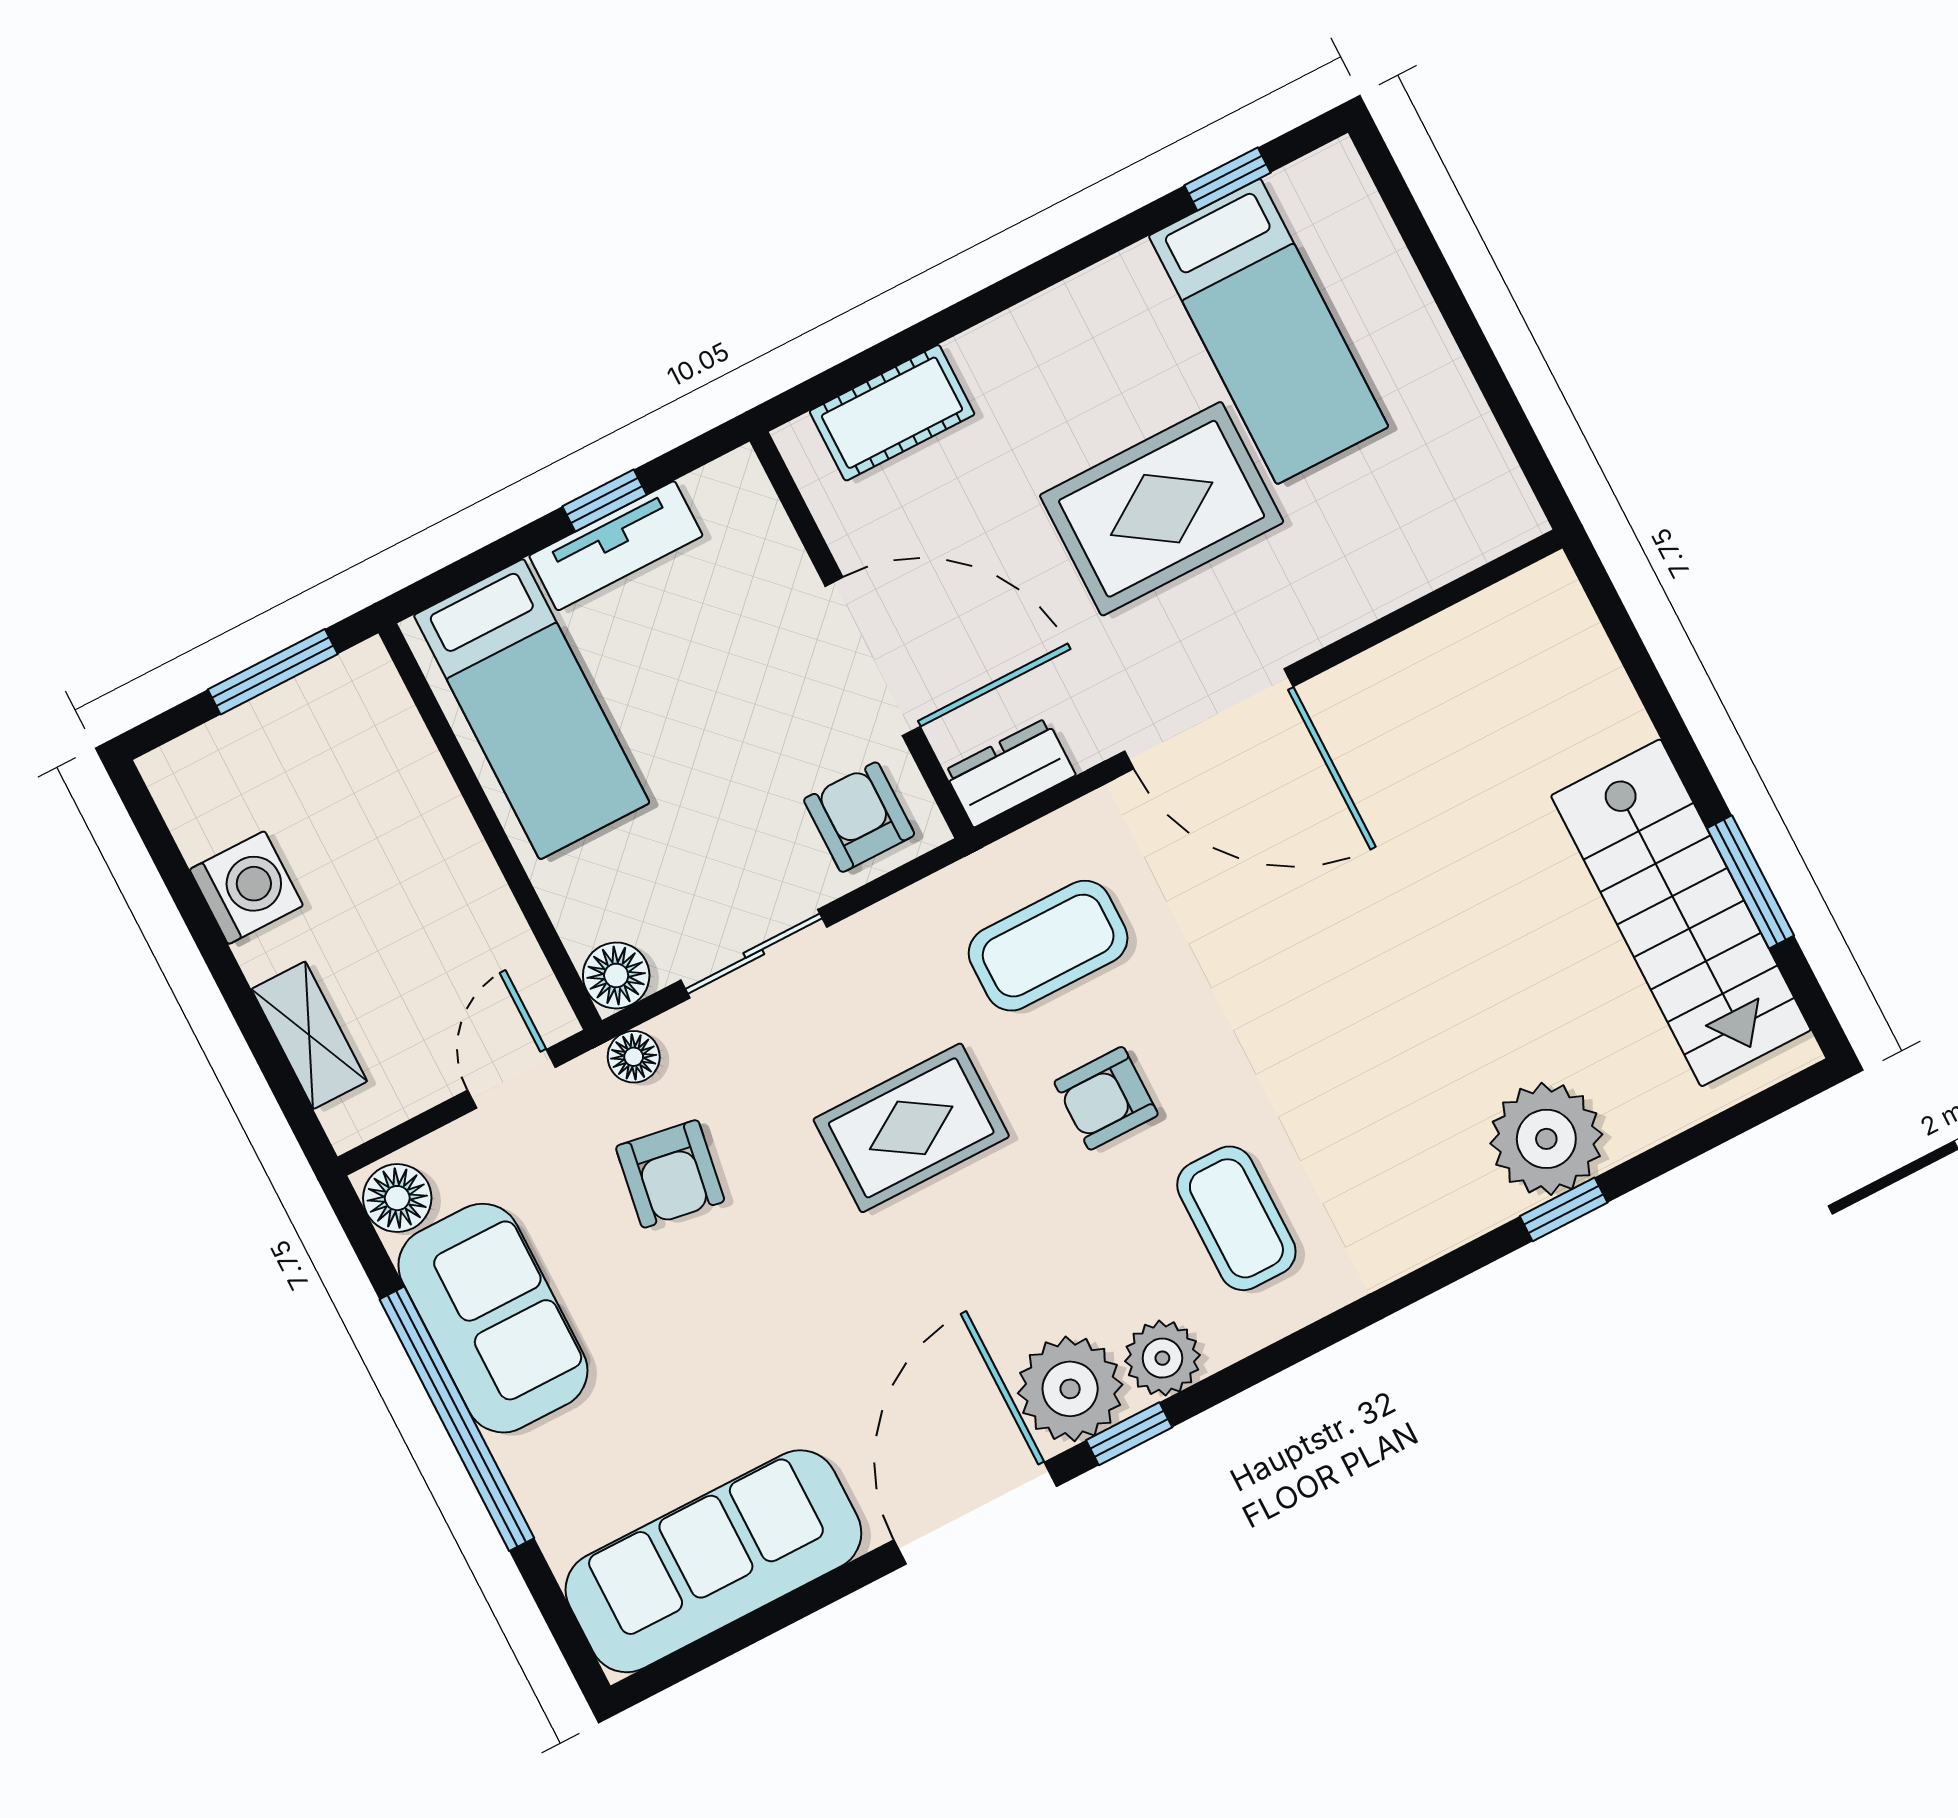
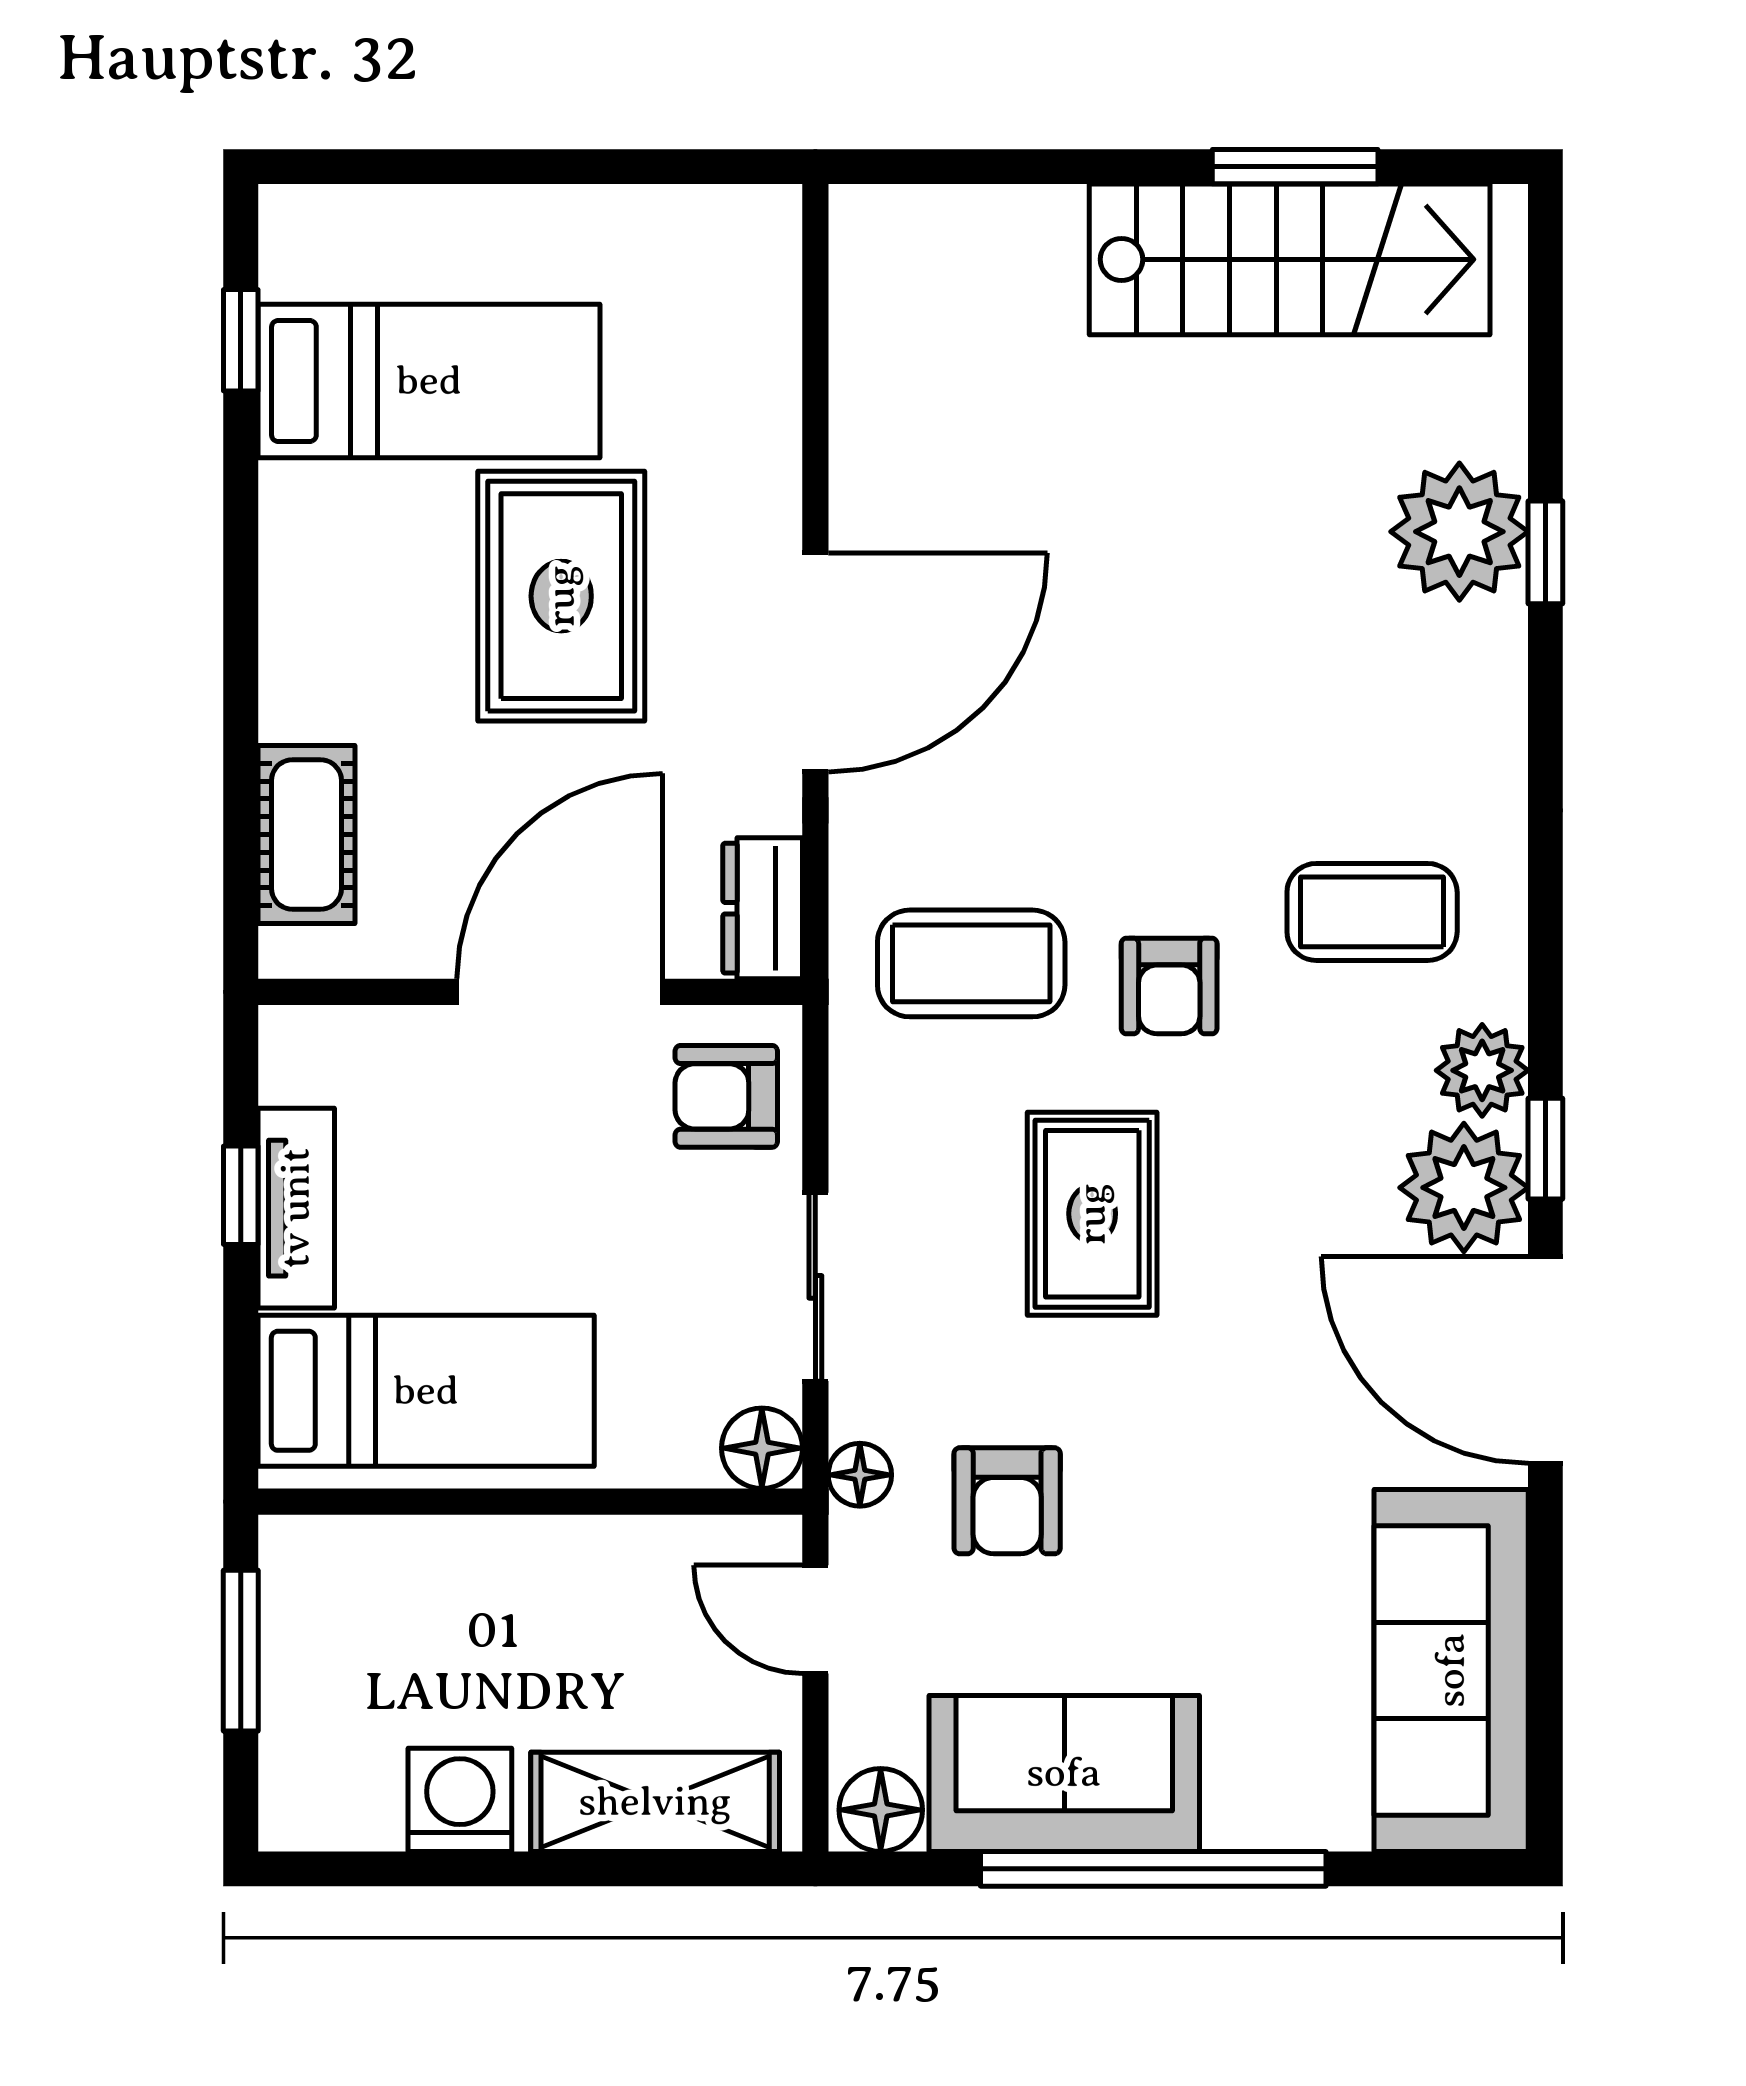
coffee table: (1048, 946) -> (971, 963), turned 90
shelving: (309, 1035) -> (655, 1802), width x1.50, depth x1.33
armchair: (670, 1174) -> (1007, 1501), turned 81

